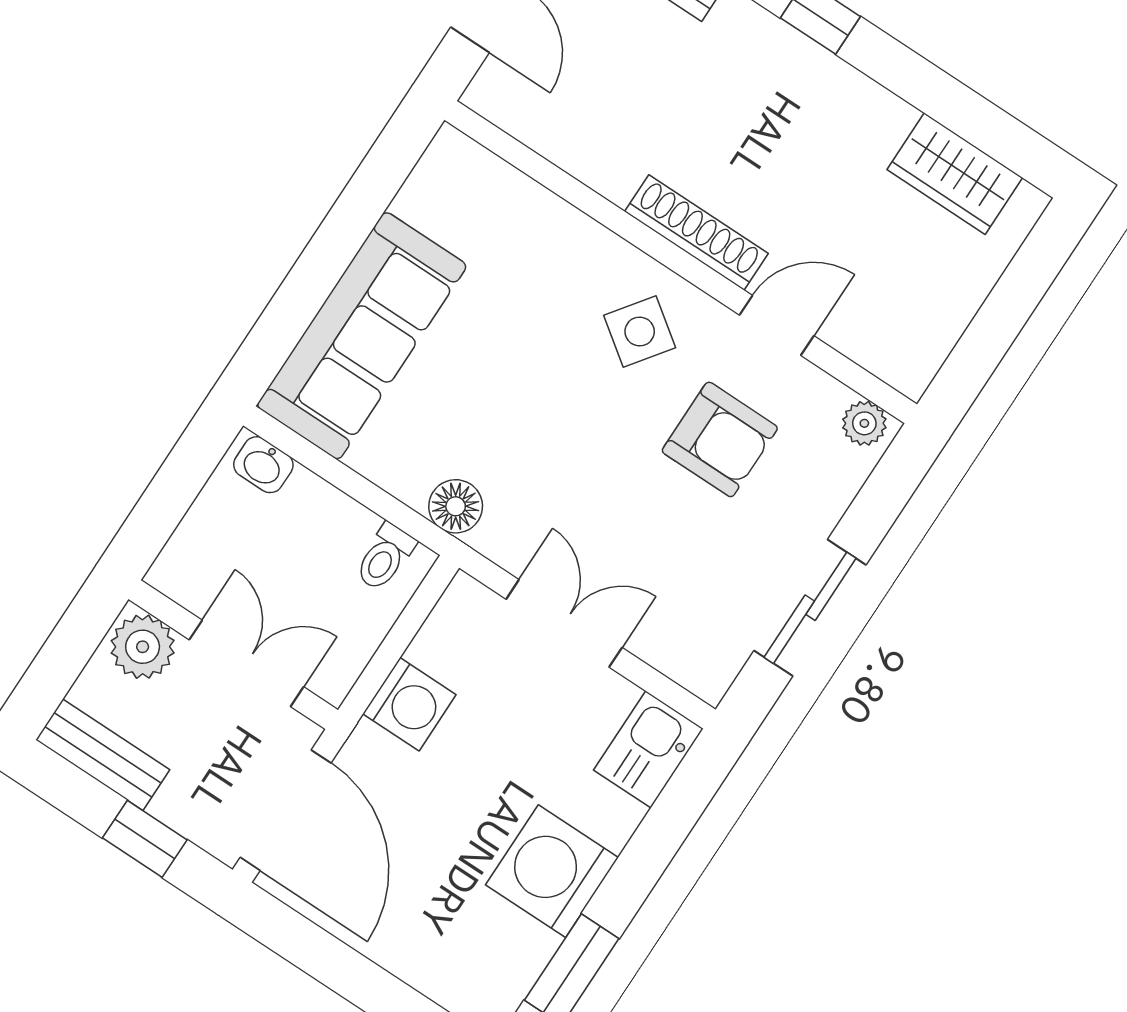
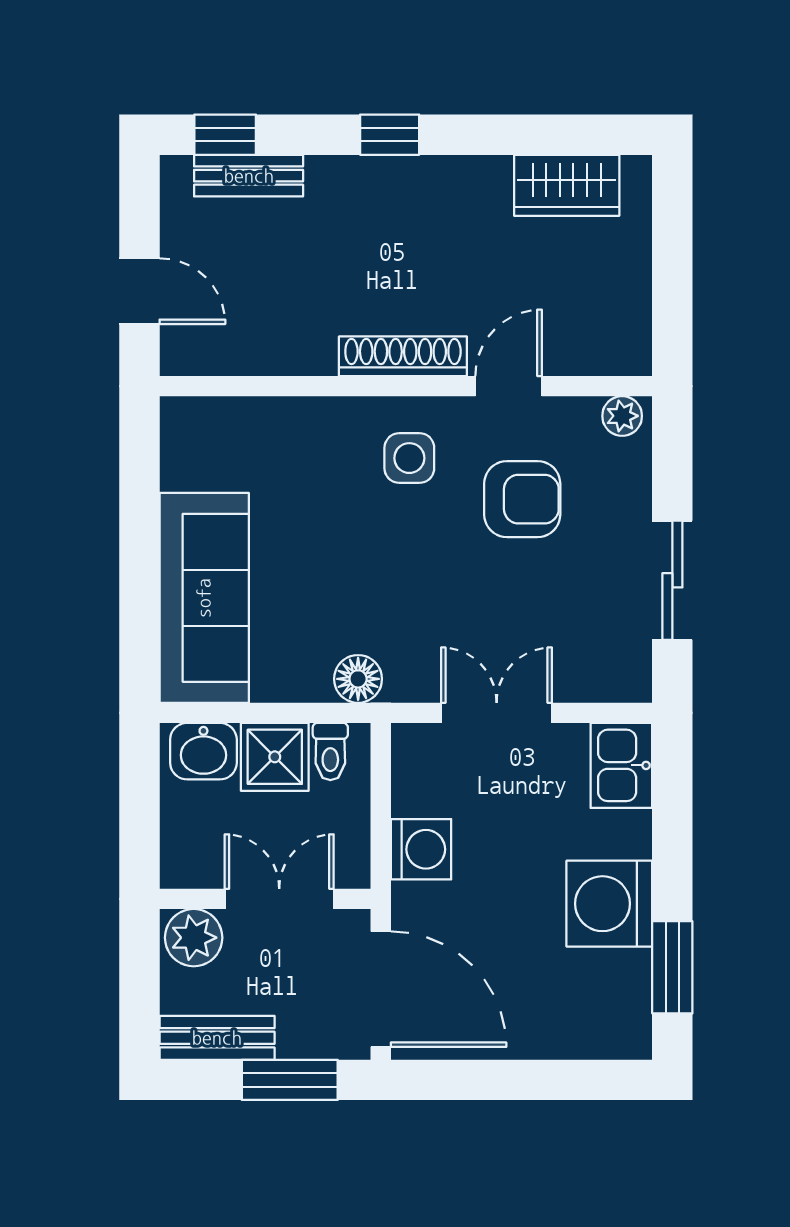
side table: (640, 331) -> (409, 458), turned -36
washbasin: (263, 465) -> (203, 751), width x1.38, depth x1.45
shower: (330, 528) -> (275, 757), added
window: (145, 839) -> (290, 1080), width x1.50

